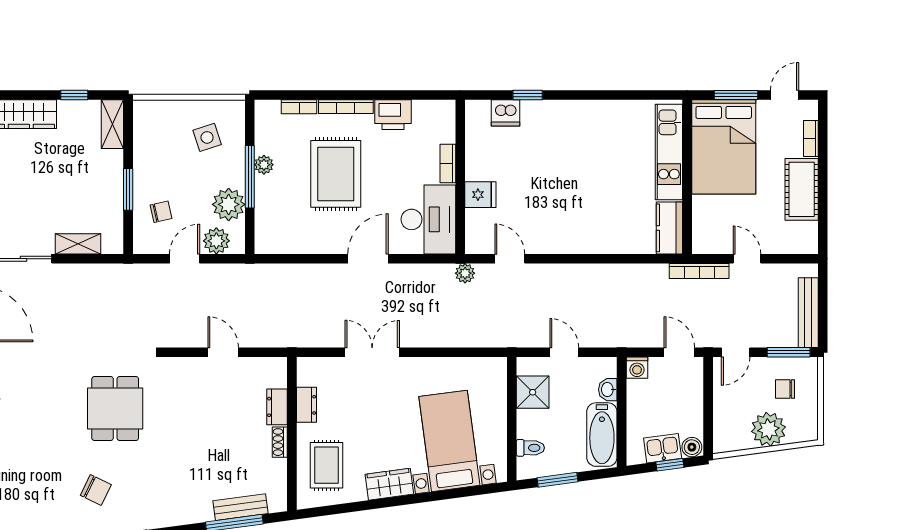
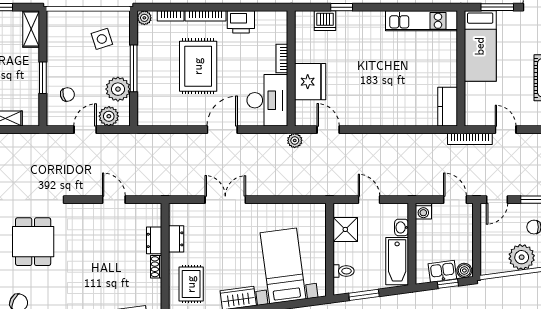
bed: (724, 147) -> (480, 46), width x0.67
kitchen unit: (669, 152) -> (421, 21), moved, turned -90
plant: (264, 165) -> (144, 18), moved
fridge: (480, 195) -> (310, 82), width x1.88, depth x1.34

